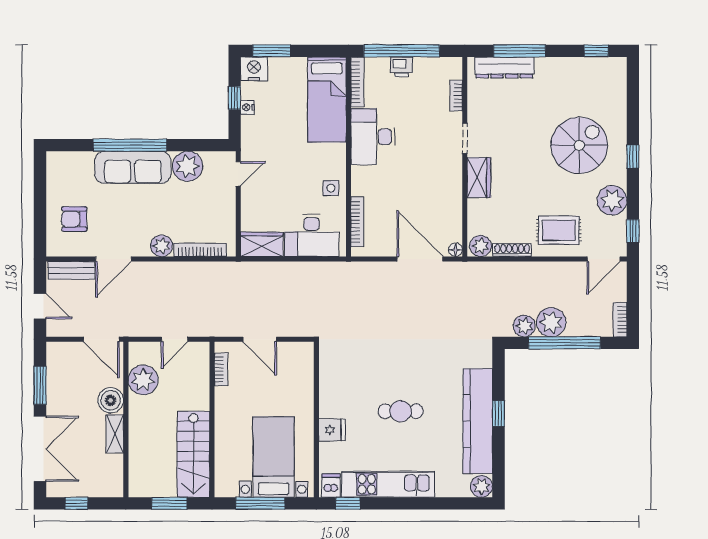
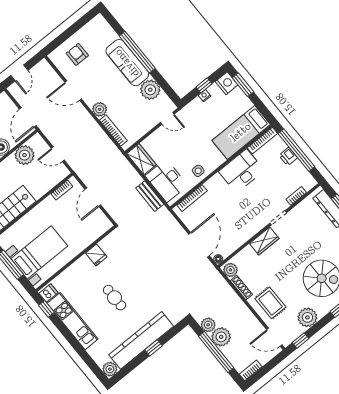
bench: (72, 270) -> (150, 196), moved
fridge: (332, 430) -> (96, 255), moved

